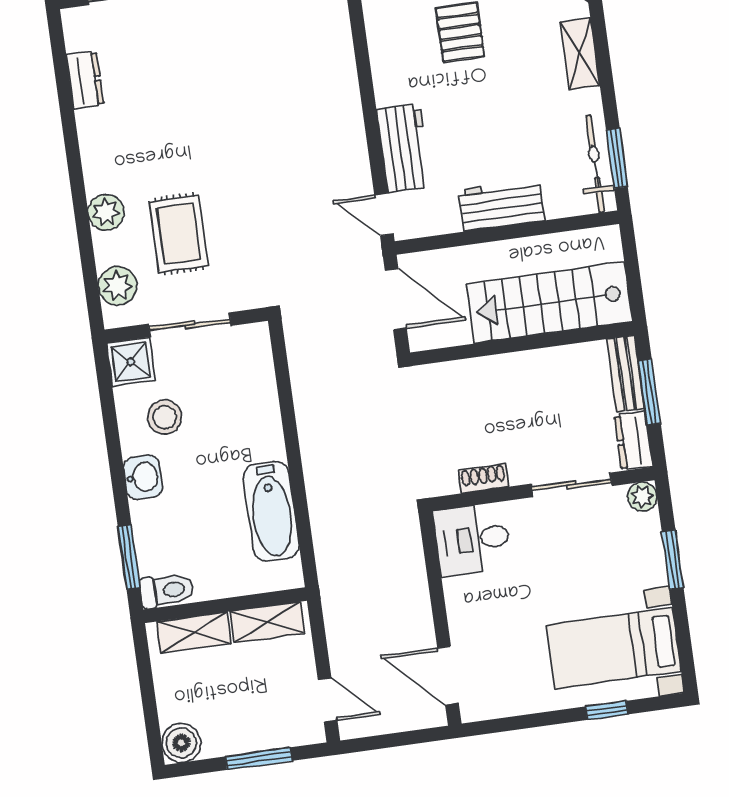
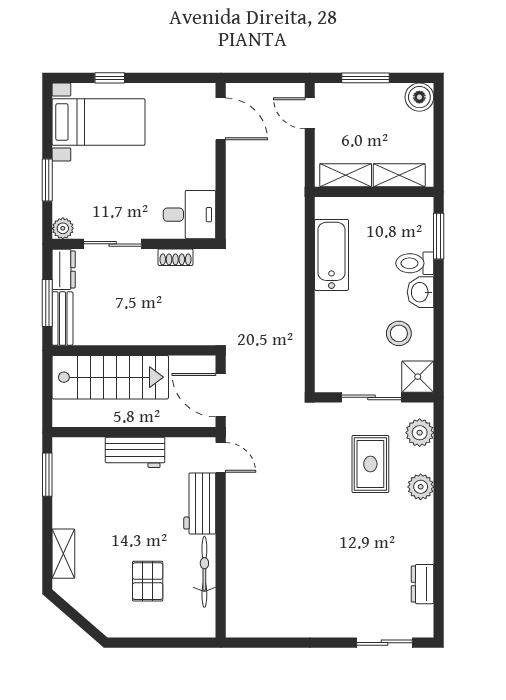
bicycle: (595, 164) -> (204, 572), moved, turned 180
toilet: (167, 590) -> (415, 263), moved

